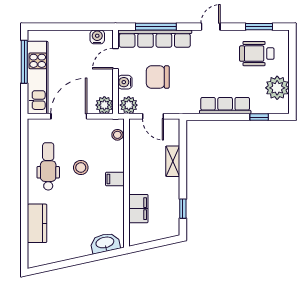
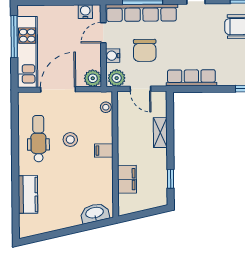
chair: (158, 77) -> (145, 50), turned -90
row of seats: (225, 106) -> (191, 78), moved

